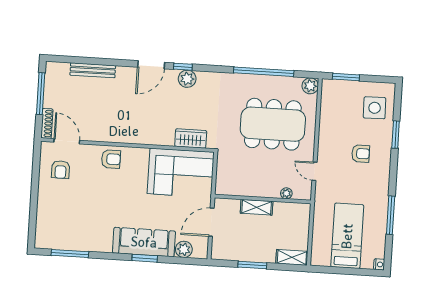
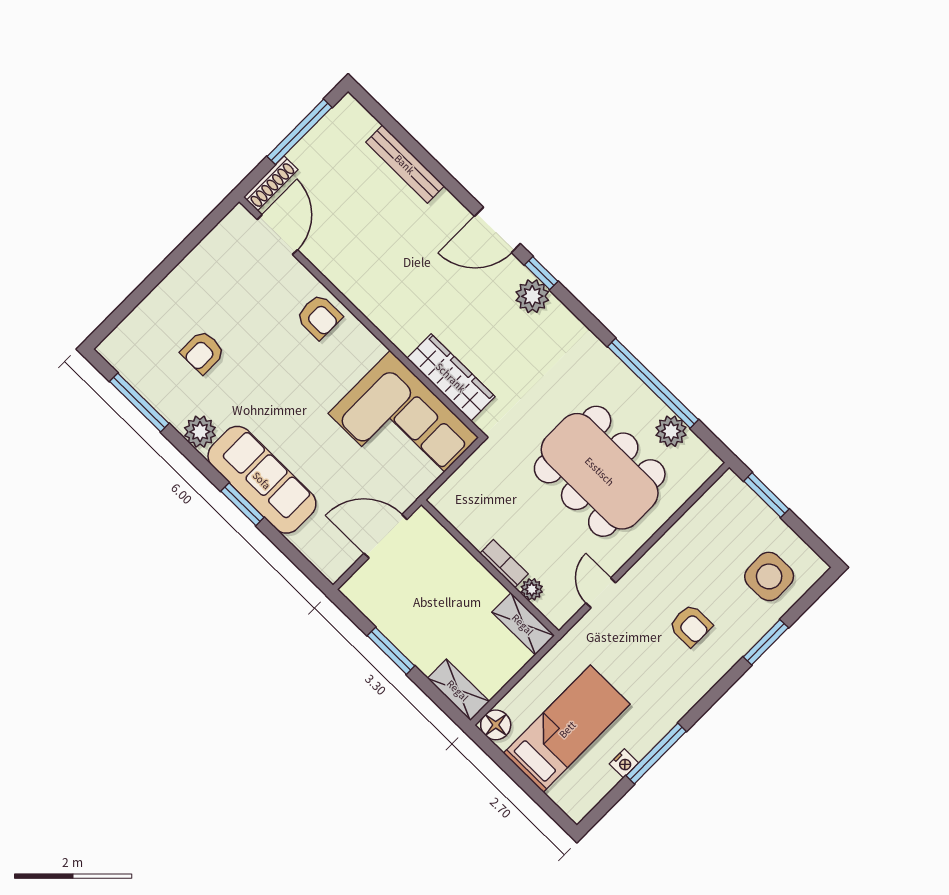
plant: (310, 86) -> (671, 431), moved
wardrobe: (191, 138) -> (451, 377), width x1.50
armchair: (61, 170) -> (203, 352), moved
bookcase: (267, 193) -> (504, 564), added
shelving: (257, 207) -> (523, 624), moved
plant: (184, 249) -> (200, 432), moved
floor lamp: (318, 258) -> (496, 725), added
nightstand: (379, 264) -> (624, 763), moved

